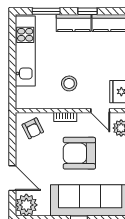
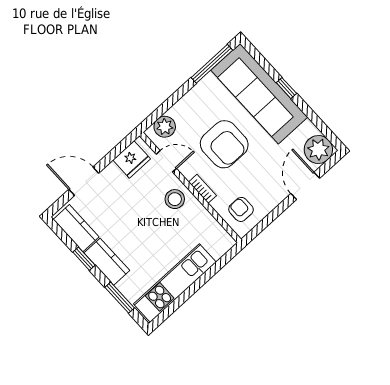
stool: (69, 83) -> (175, 199), moved
door: (100, 111) -> (166, 161), hinge flipped
armchair: (33, 128) -> (241, 209), turned -64

